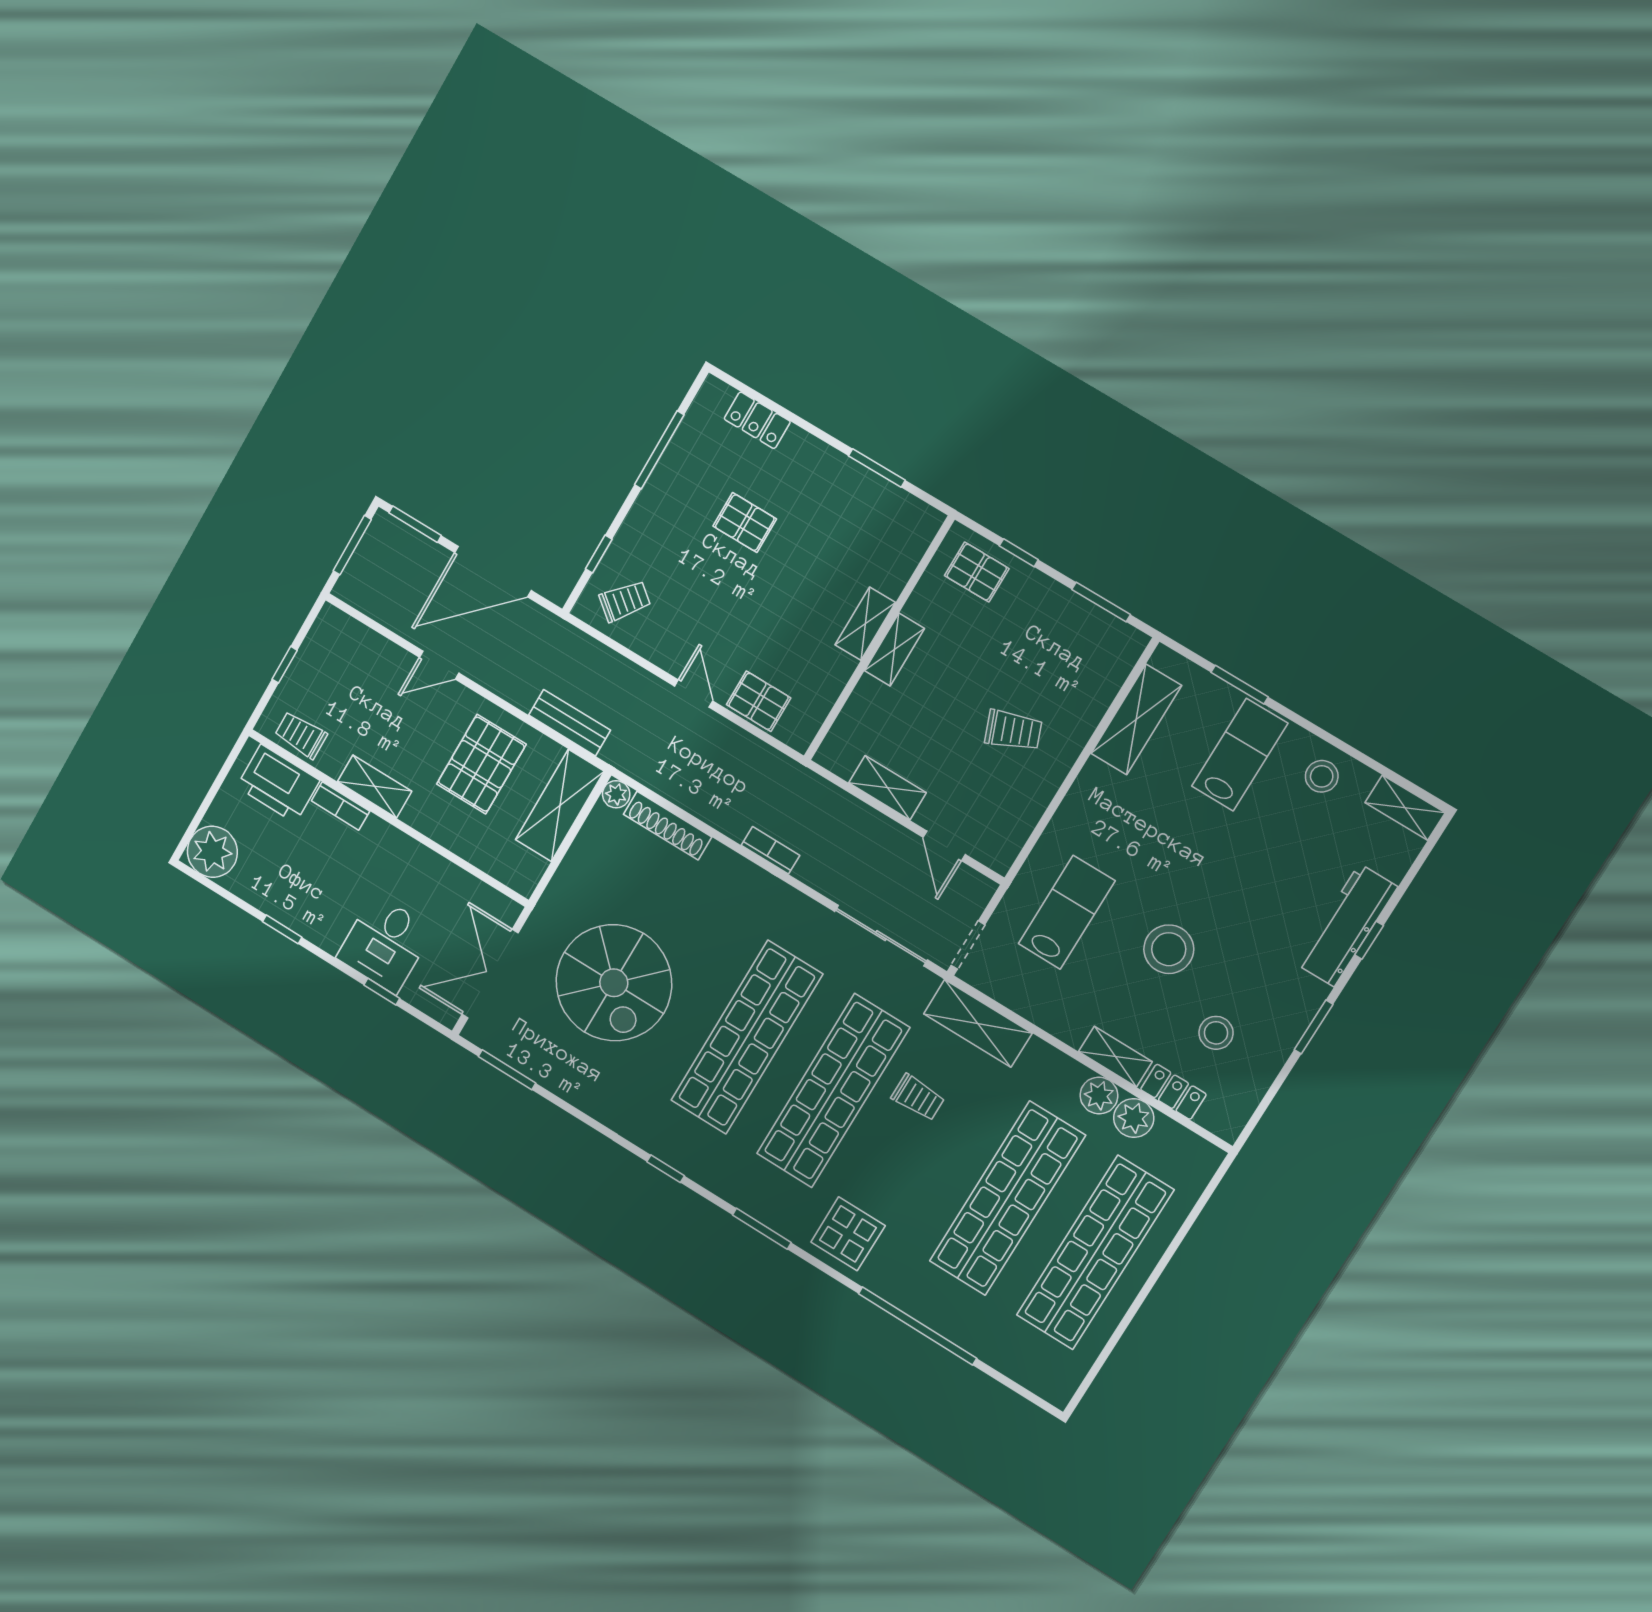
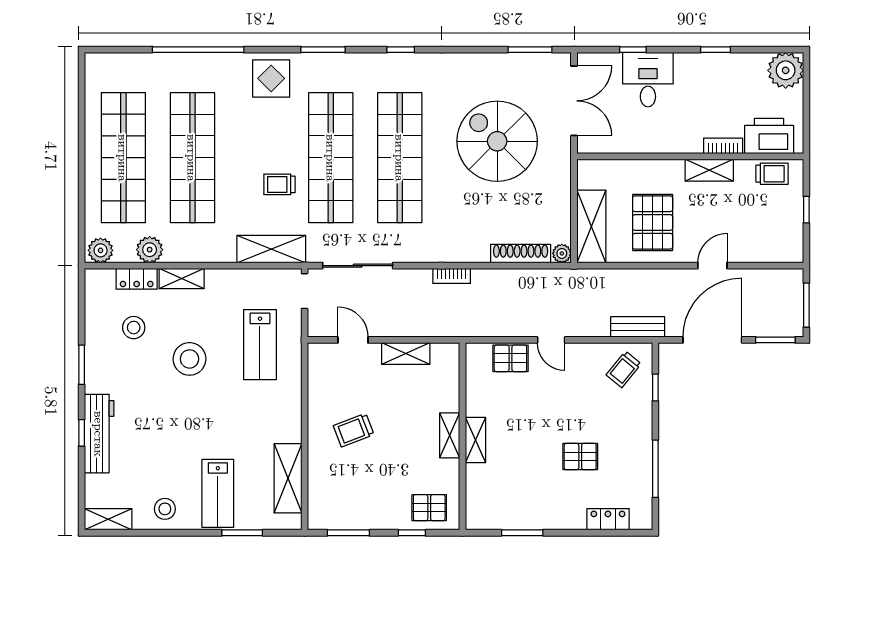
bench: (569, 723) -> (638, 327), moved
plant: (1099, 1095) -> (101, 250), moved

